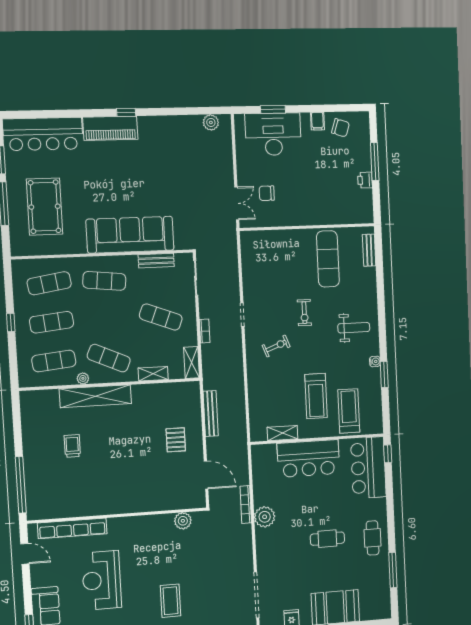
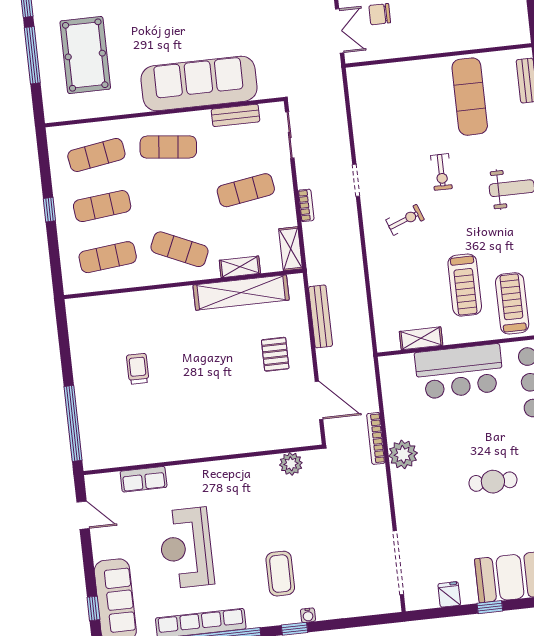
exercise mat: (161, 317) -> (246, 190), turned -30
plant: (83, 378) -> (147, 278), removed
shelving: (95, 396) -> (241, 293), moved
row of seats: (72, 528) -> (144, 479), width x0.50

